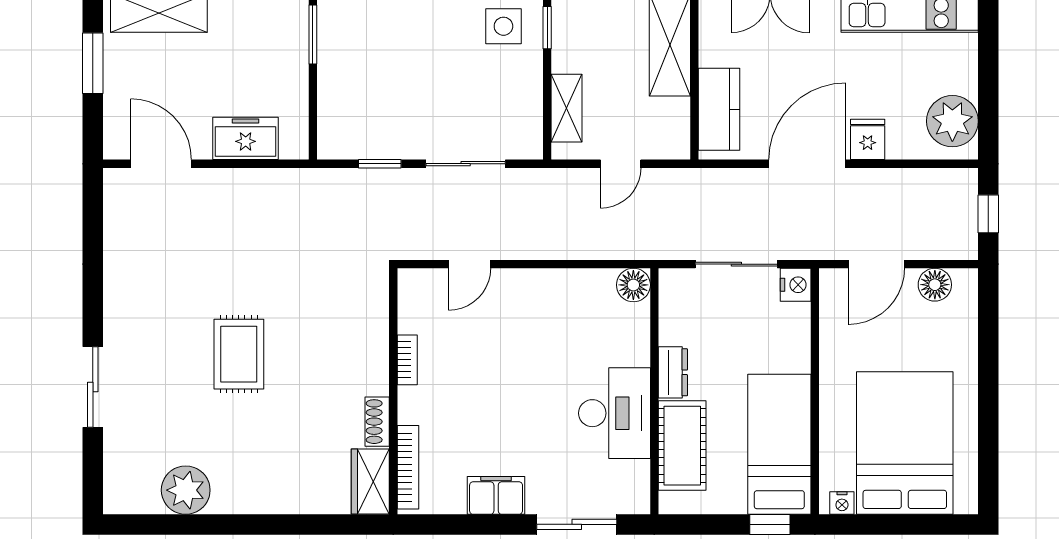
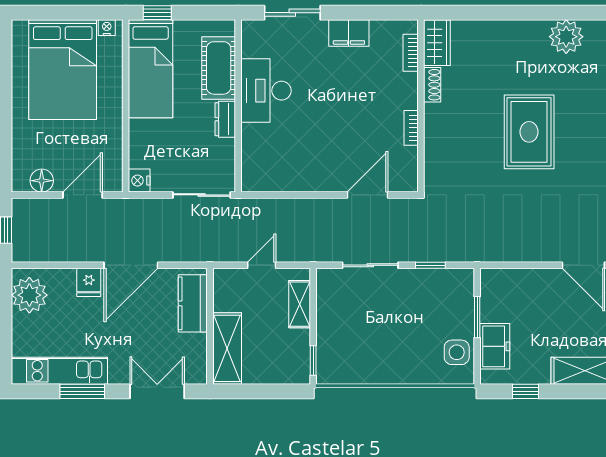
side table: (503, 26) -> (457, 352), moved
window: (313, 35) -> (477, 317), moved
freezer: (246, 138) -> (495, 346), moved, turned -90
door: (469, 264) -> (368, 195), width x1.38
sliding door: (736, 264) -> (202, 195), moved
floor lamp: (633, 285) -> (253, 180), removed
rug: (239, 354) -> (529, 132), width x1.36, depth x1.43
bookcase: (408, 467) -> (411, 53), width x0.64

